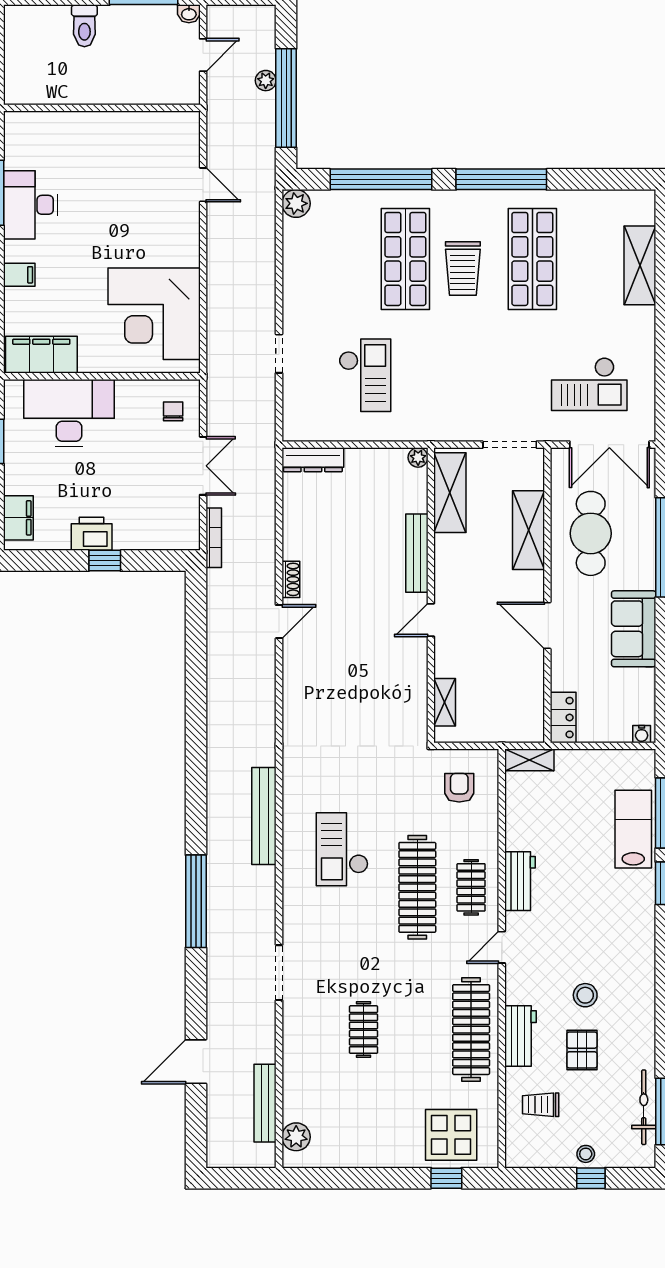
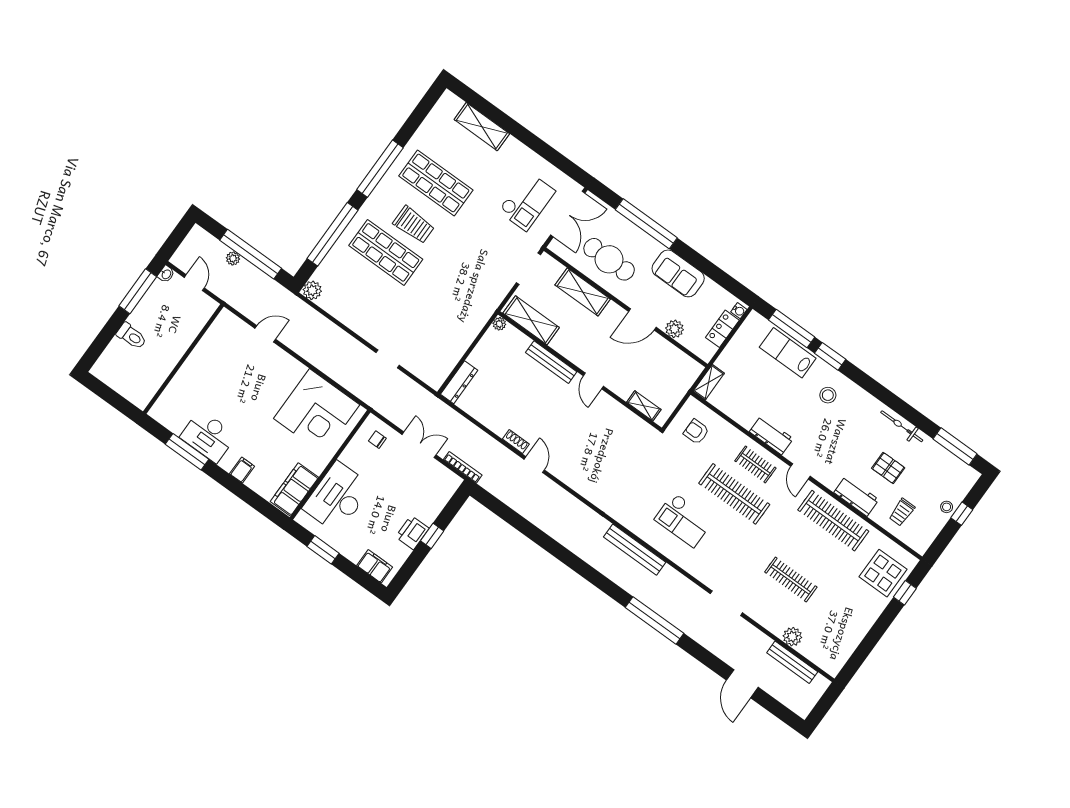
checkout: (365, 375) -> (433, 320), removed
plant: (564, 673) -> (675, 329), added
locker: (563, 717) -> (722, 329), moved, turned -90
stool: (585, 995) -> (828, 395), moved
clothes rail: (364, 1030) -> (791, 579), width x1.36
bicycle: (644, 1107) -> (902, 426), moved
plant: (296, 1137) -> (792, 637), moved

